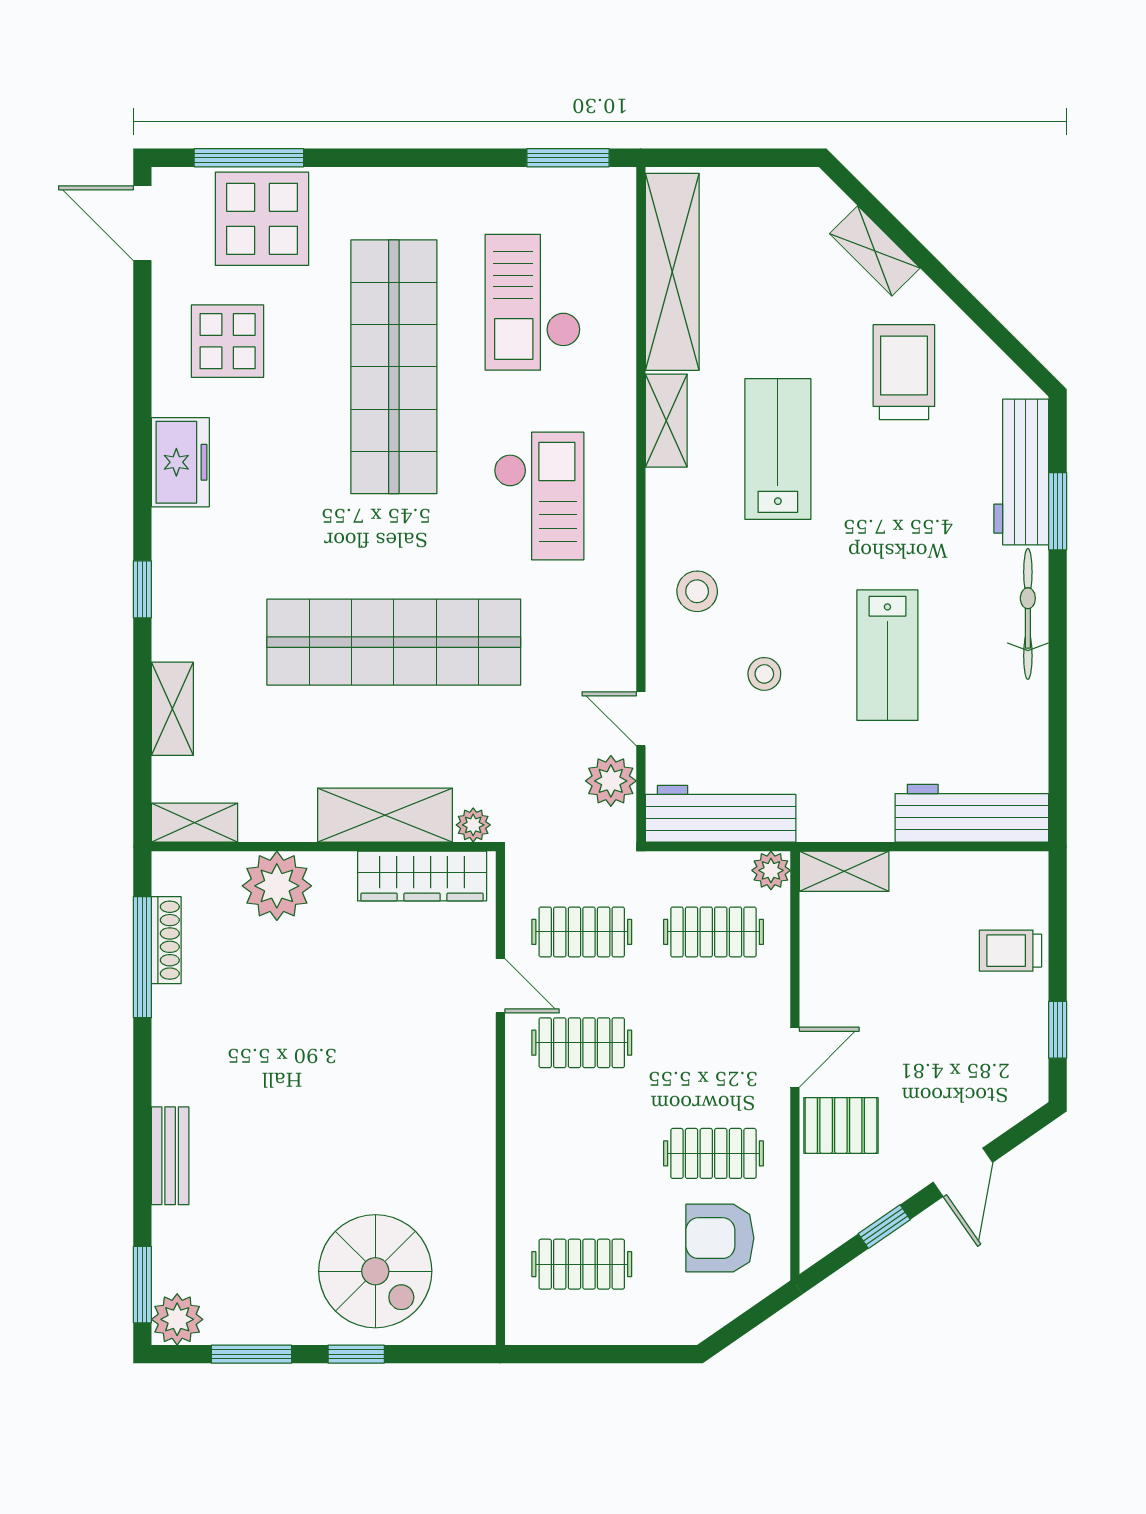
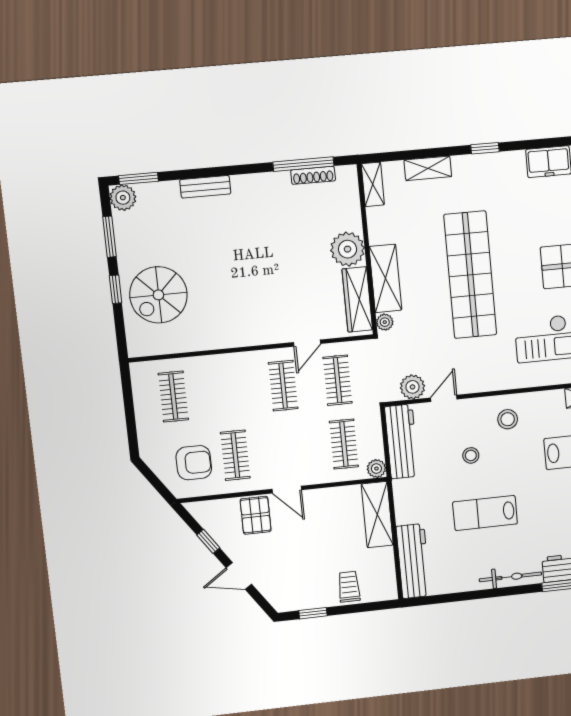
shelving: (844, 871) -> (377, 515), width x1.50, depth x1.33
plant: (277, 886) -> (348, 249), moved
armchair: (720, 1238) -> (194, 463), turned 90

